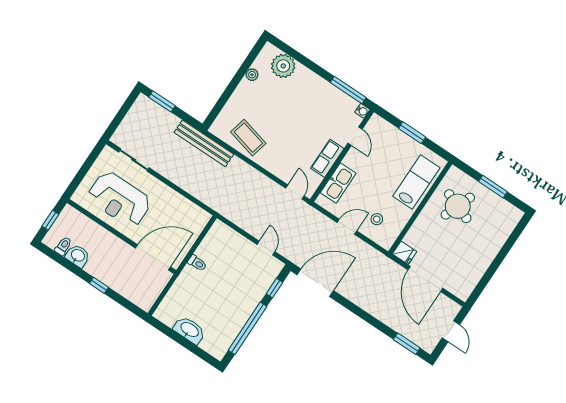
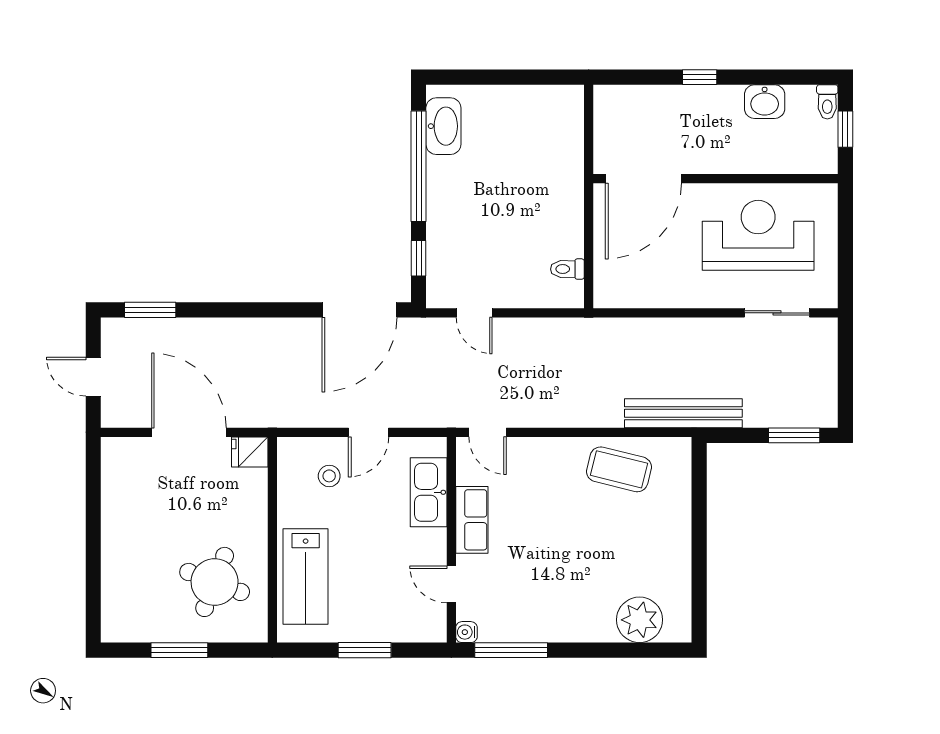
plant: (252, 75) -> (680, 573), removed
toilet: (63, 246) -> (827, 102), moved
toilet: (197, 263) -> (567, 269), moved
washbasin: (189, 330) -> (443, 126), moved, turned -90

